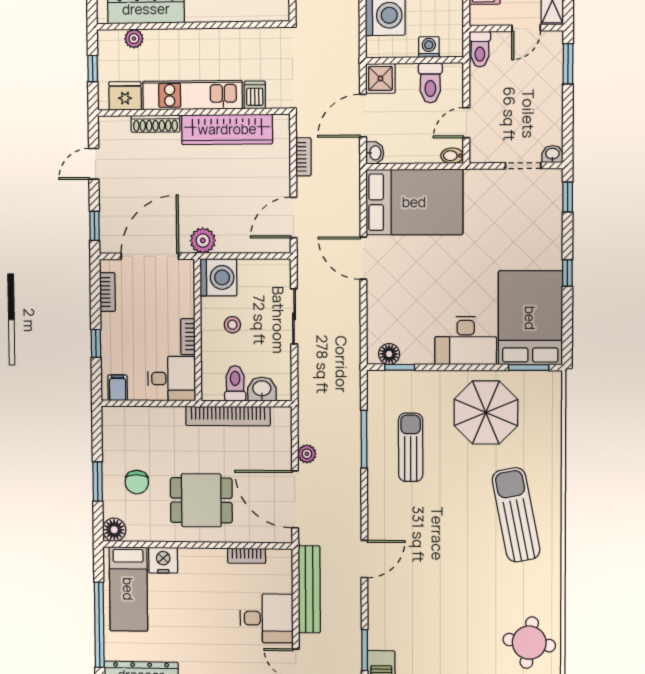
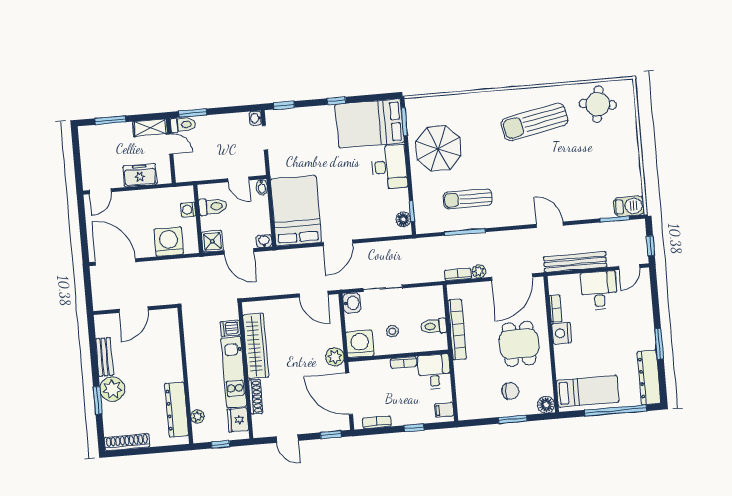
toilet: (480, 49) -> (183, 125), moved
bookcase: (304, 157) -> (458, 274), moved
washbasin: (262, 389) -> (352, 303), moved, turned 180
sun lounger: (516, 515) -> (535, 122), moved
nightstand: (163, 560) -> (562, 333), moved

